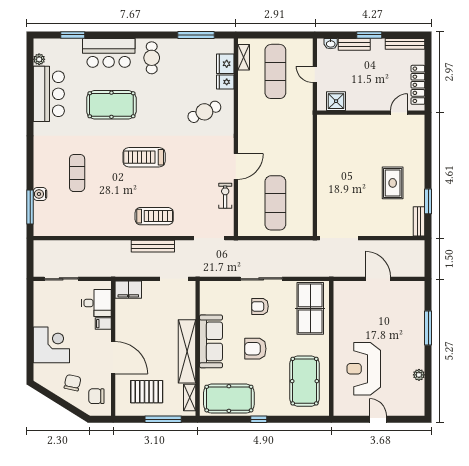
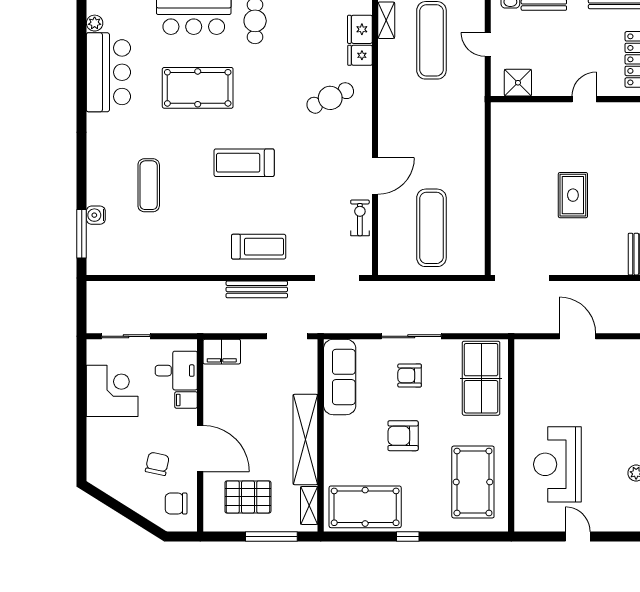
door: (399, 113) -> (584, 99), moved
rug: (393, 183) -> (573, 195), moved
sofa: (211, 341) -> (340, 377), moved
corner desk: (51, 345) -> (112, 391), moved
chair: (72, 383) -> (157, 464), moved

